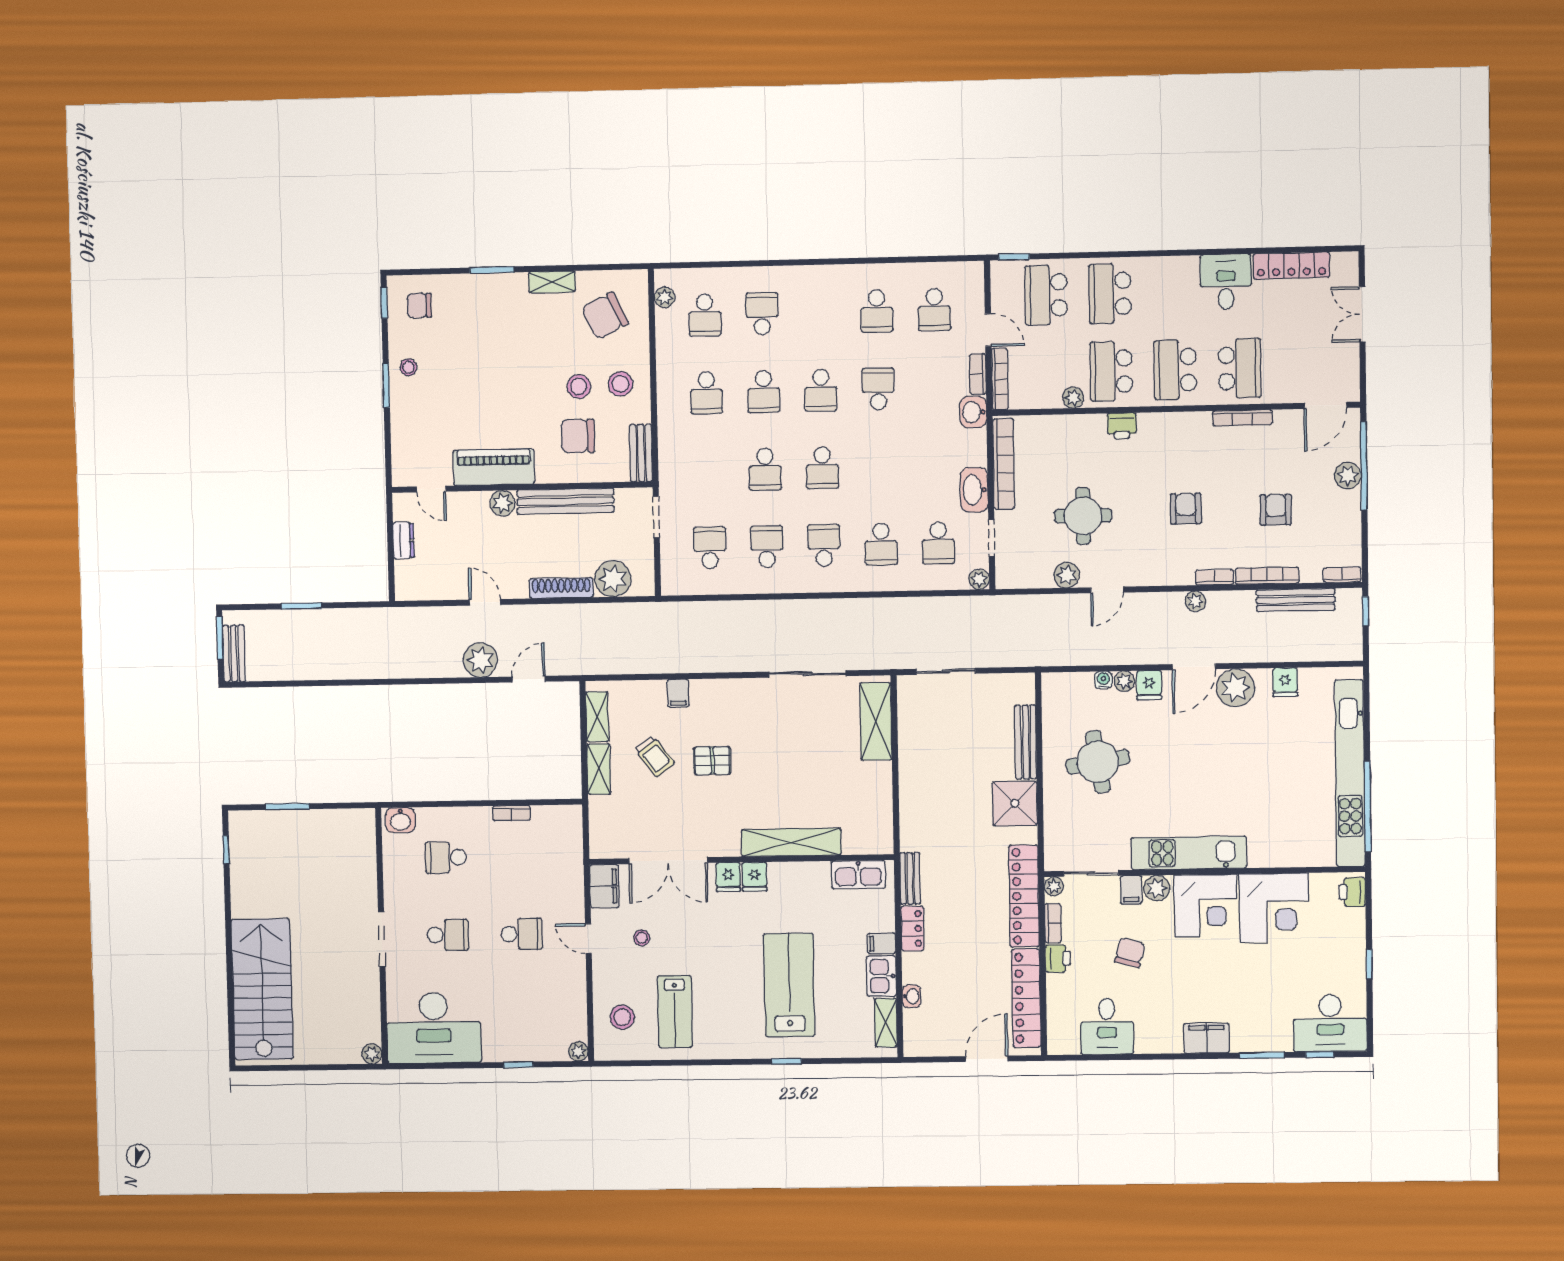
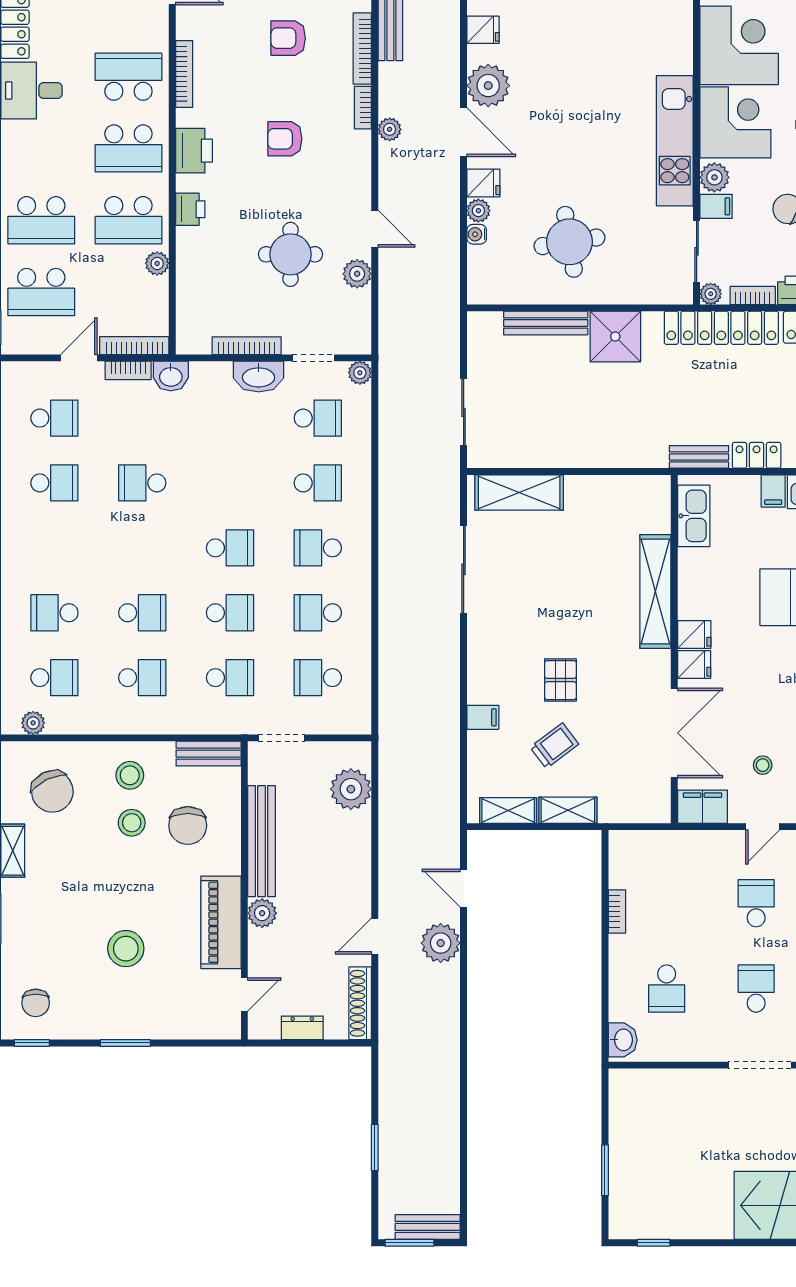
stool: (409, 367) -> (126, 949), moved, width x1.89, depth x1.89
school desk: (821, 390) -> (230, 678), moved
printer: (1174, 428) -> (194, 151), added
bookcase: (1004, 464) -> (247, 346), width x0.68, depth x0.76
shoe rack: (561, 588) -> (360, 1003), moved

